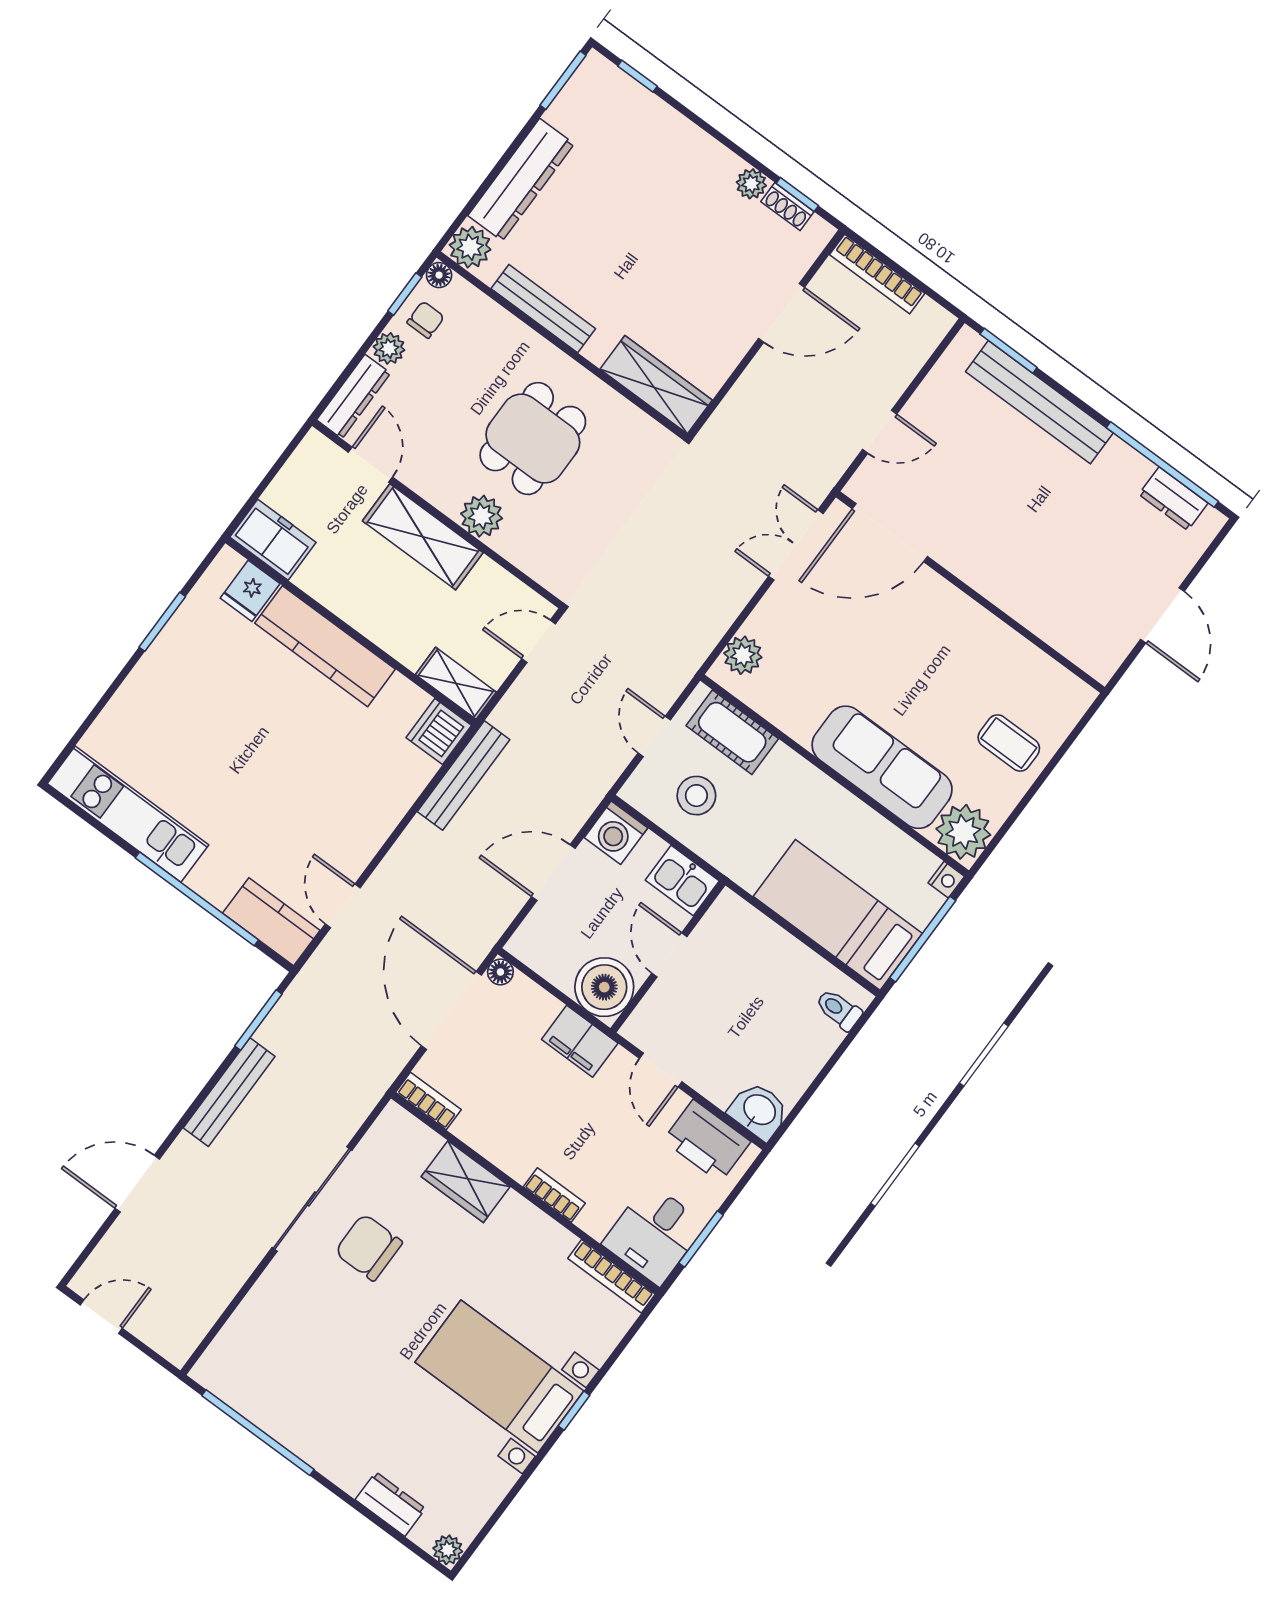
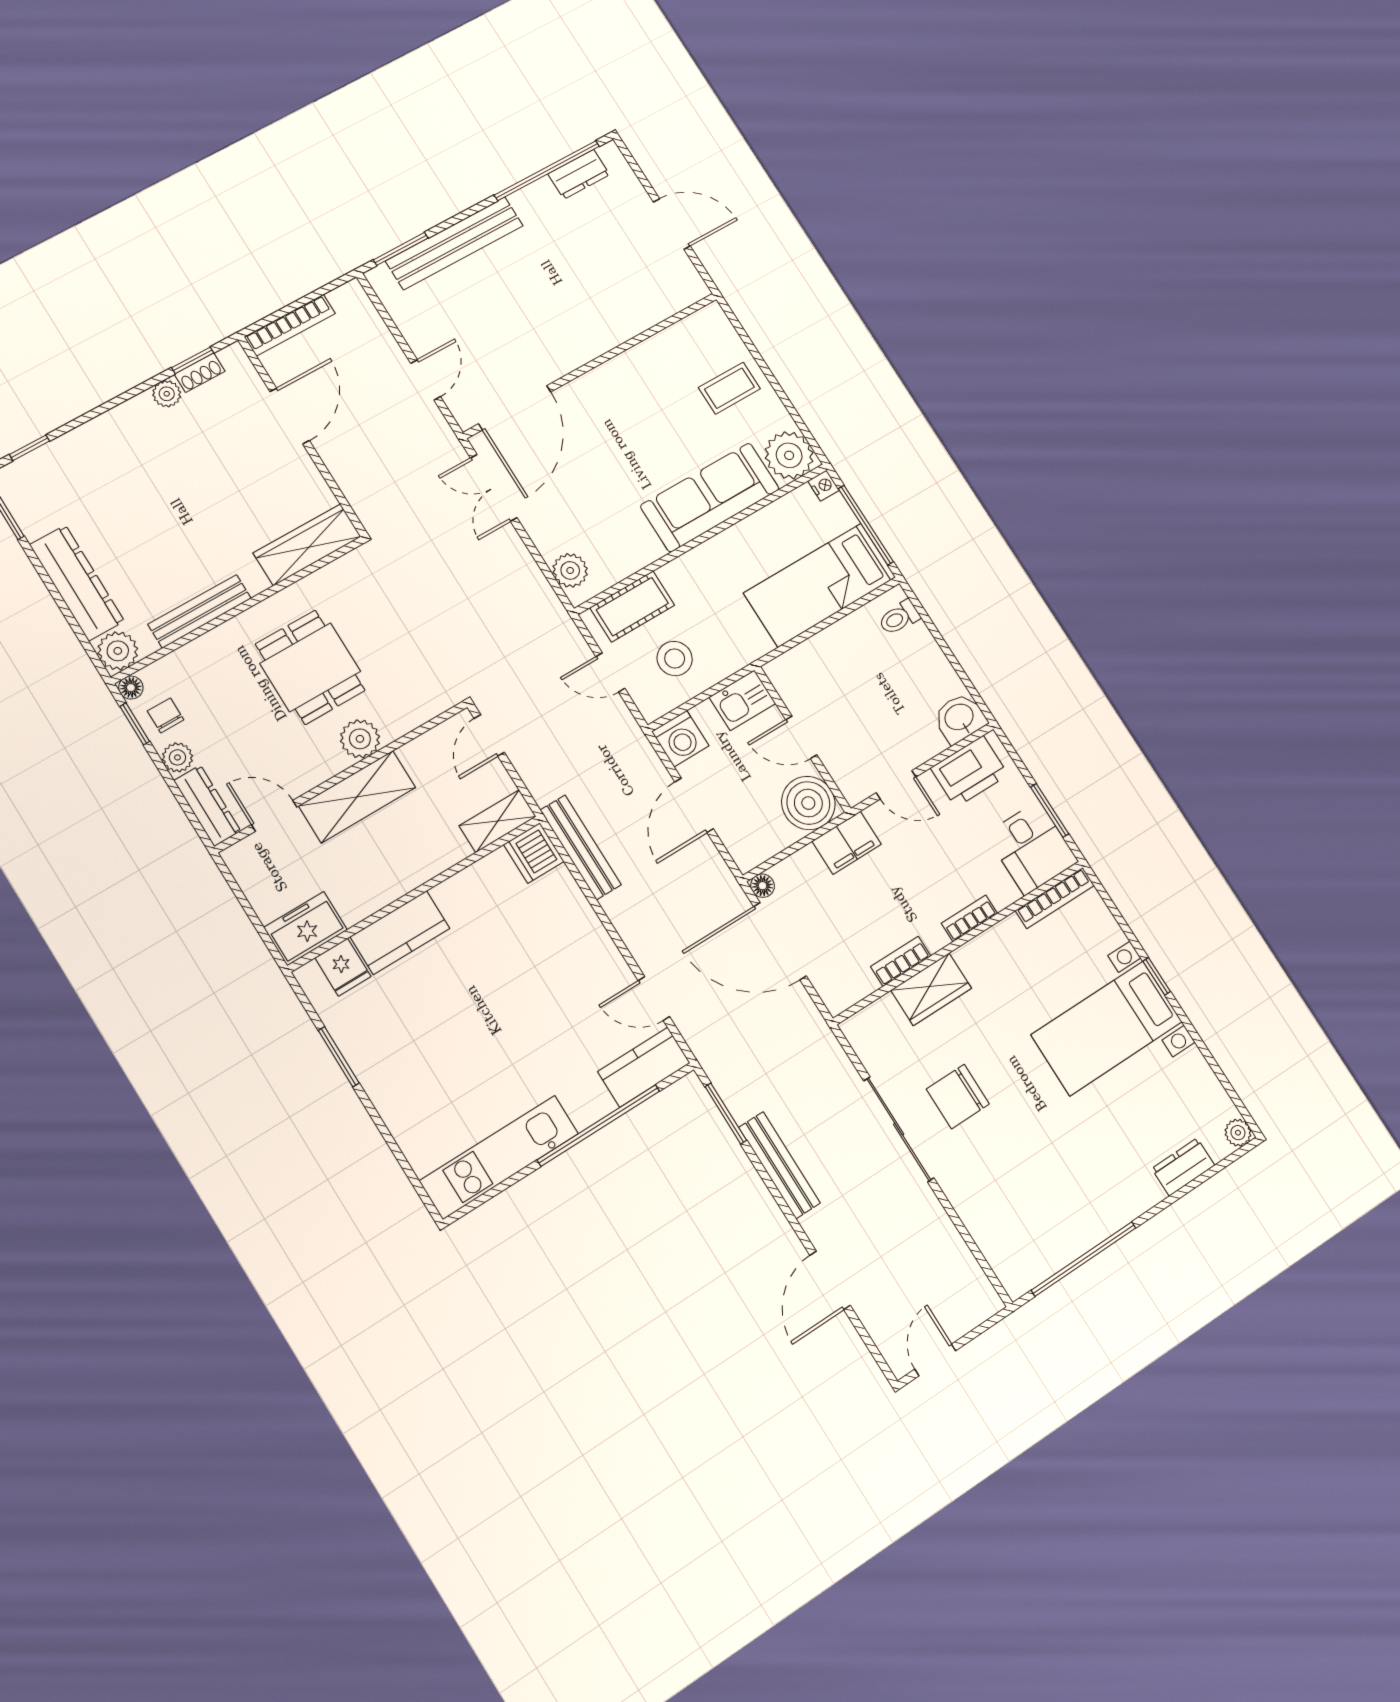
kitchen counter: (325, 646) -> (400, 933), width x0.67
bookcase: (428, 1101) -> (901, 961), moved

